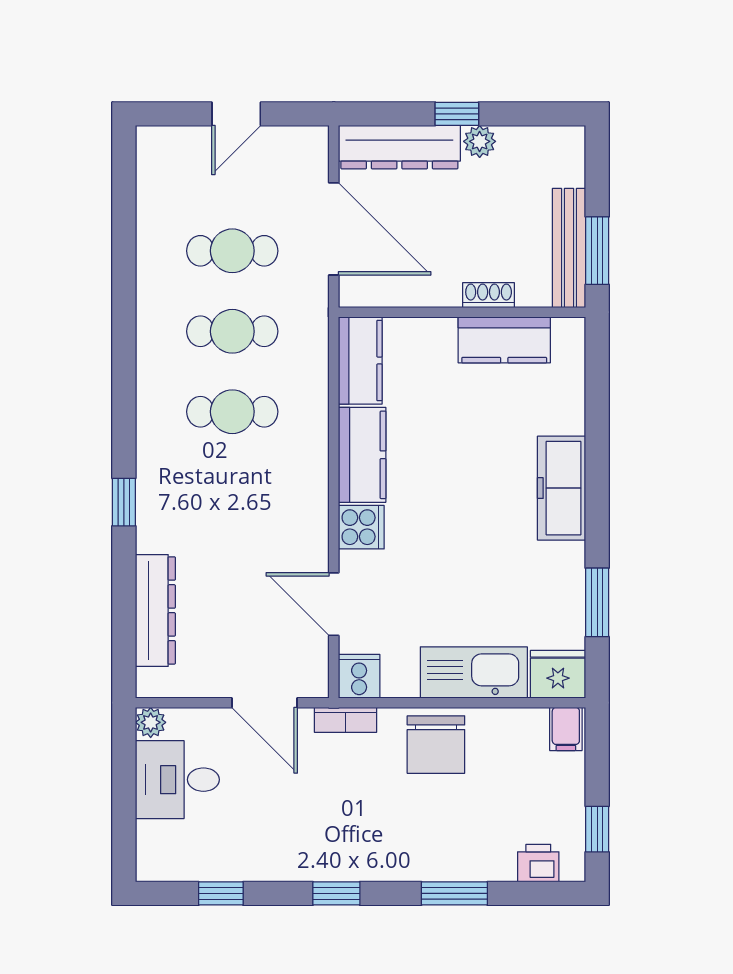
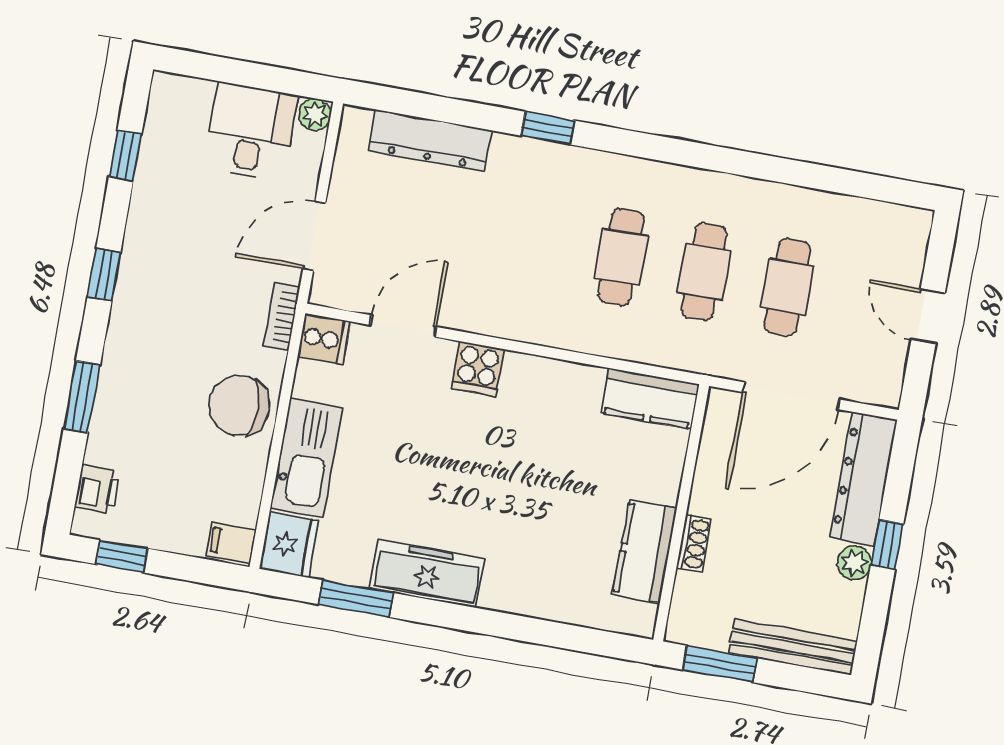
bench: (569, 248) -> (793, 647), moved
kitchen counter: (362, 455) -> (552, 383), removed
freezer: (562, 488) -> (427, 573), moved

